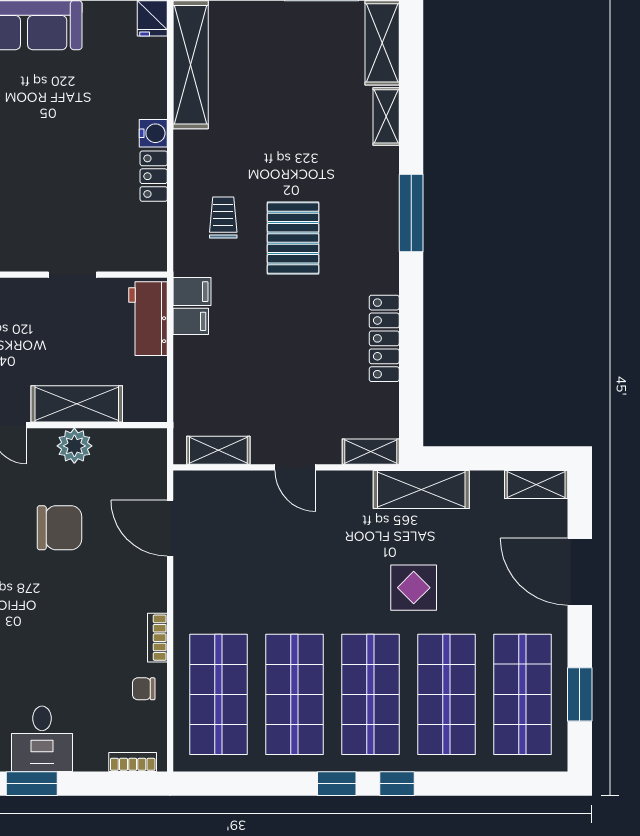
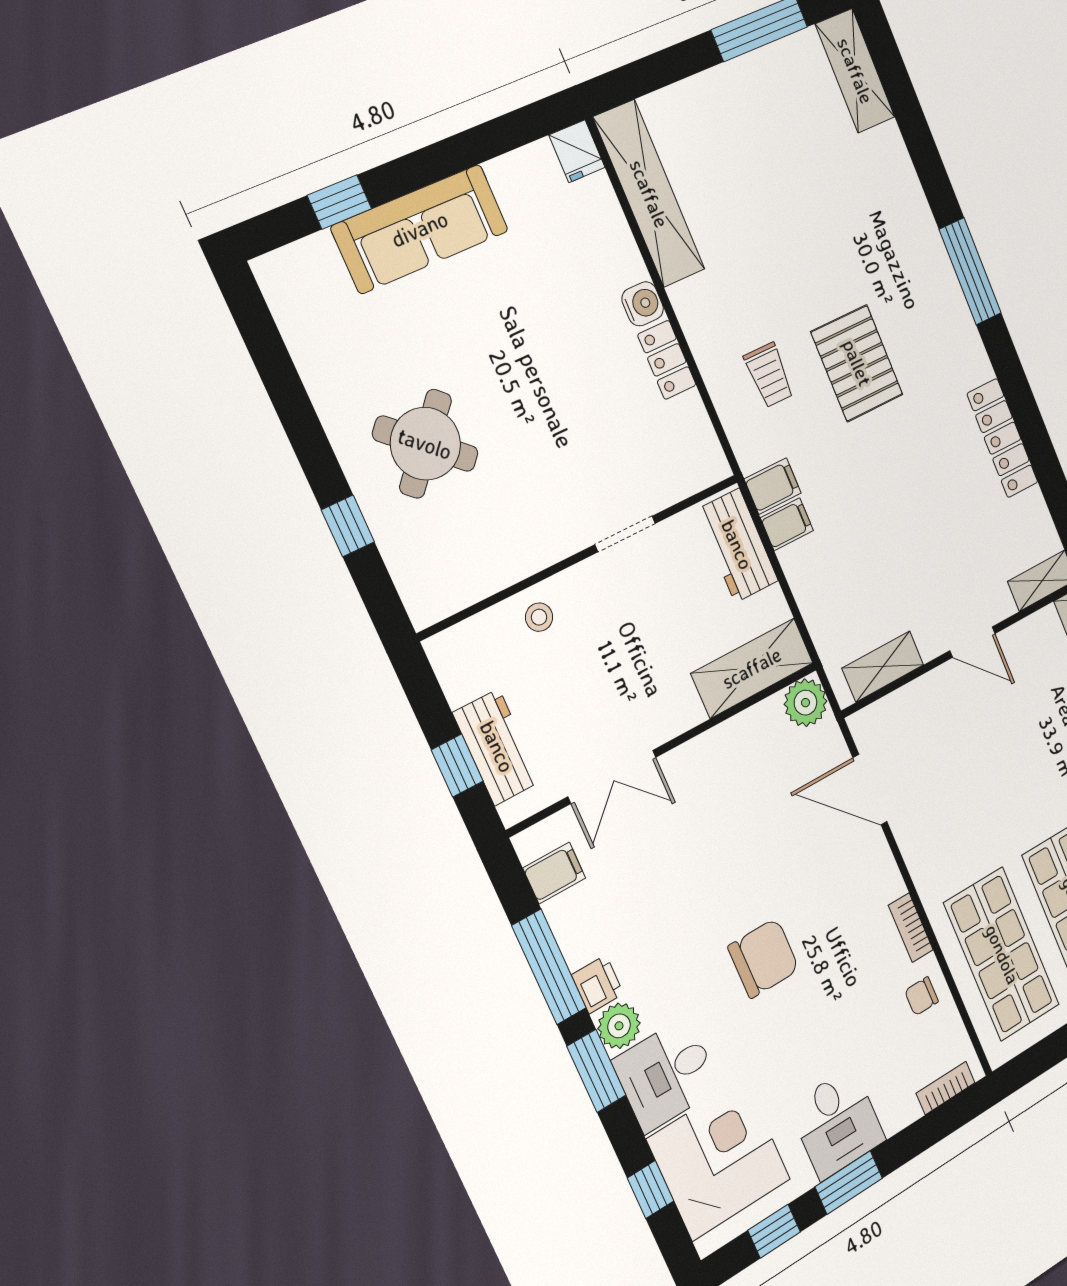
shelving: (386, 116) -> (896, 163), removed
trolley: (223, 218) -> (769, 375), turned 180
shelving: (77, 404) -> (752, 668), moved
plant: (74, 446) -> (805, 703), moved
chair: (59, 528) -> (764, 958), moved

